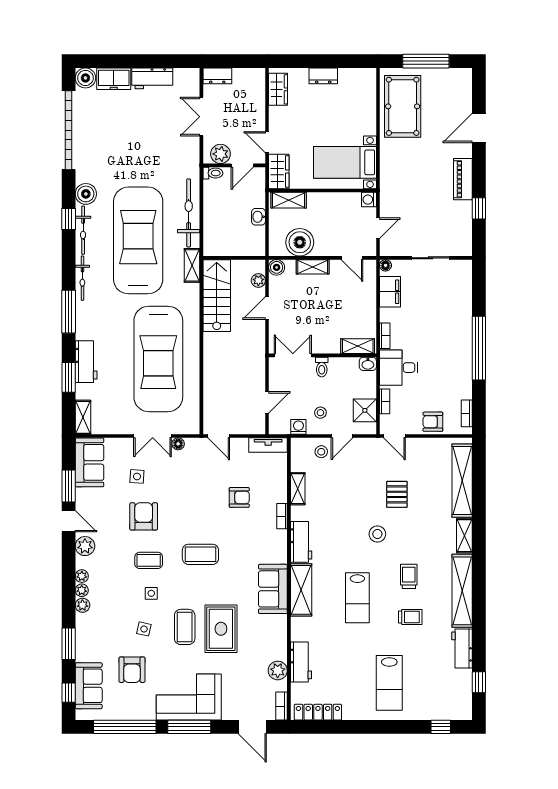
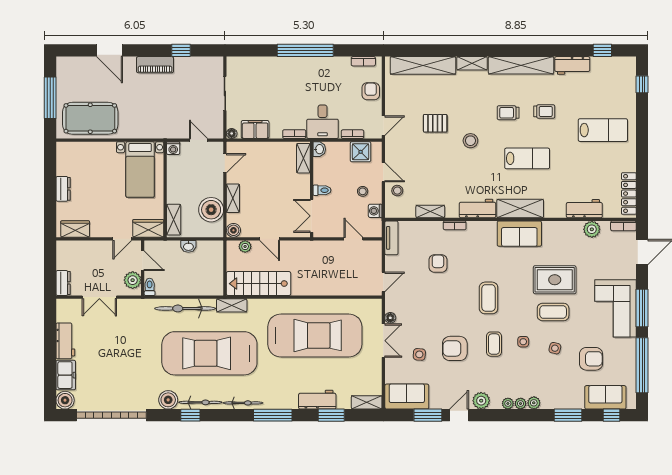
armchair: (433, 422) -> (371, 91), turned 180
trolley: (410, 617) -> (544, 111), turned 90

